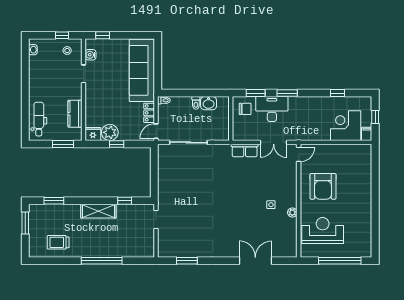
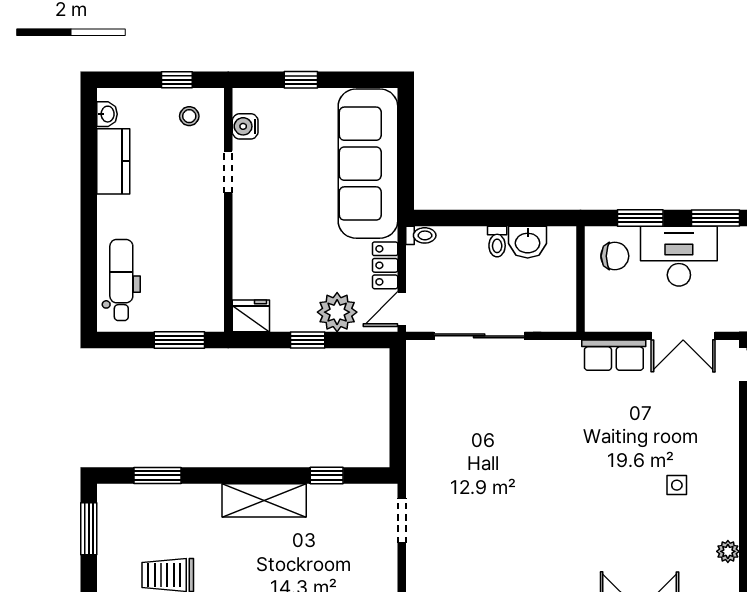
window: (103, 35) -> (301, 80), moved
kitchen counter: (75, 114) -> (113, 161), moved, turned 180
plant: (110, 132) -> (337, 312), moved
plant: (292, 212) -> (728, 551), moved

